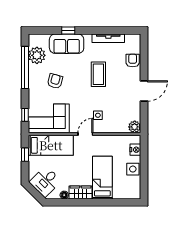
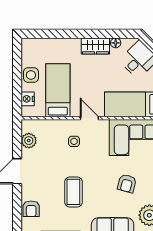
plant: (135, 127) -> (29, 141), moved
door: (85, 134) -> (89, 118), swing flipped
bed: (102, 178) -> (58, 90), moved, turned 180

